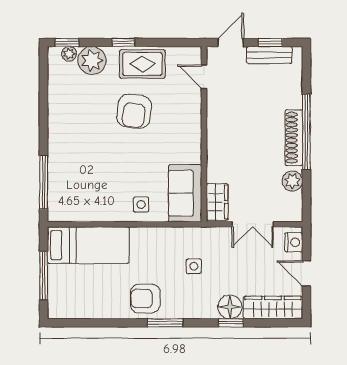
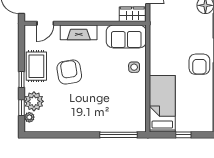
window: (67, 43) -> (21, 108), moved
armchair: (134, 111) -> (69, 72), turned -106
fireplace: (191, 125) -> (79, 32), added
side table: (194, 266) -> (177, 30), removed
window: (44, 276) -> (183, 135), width x0.46

